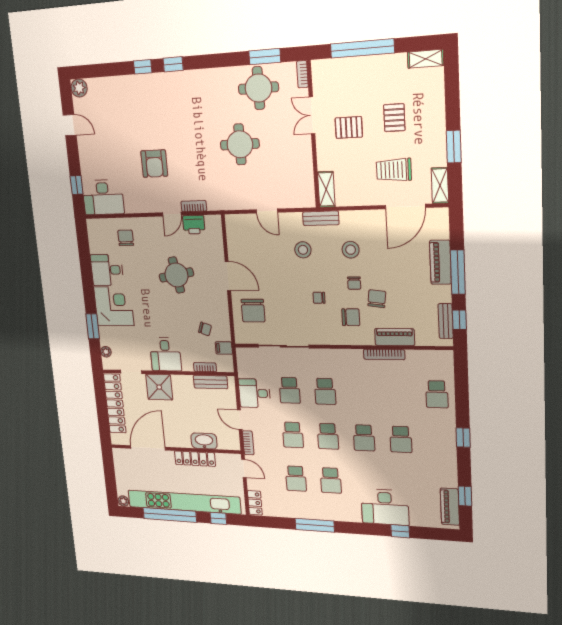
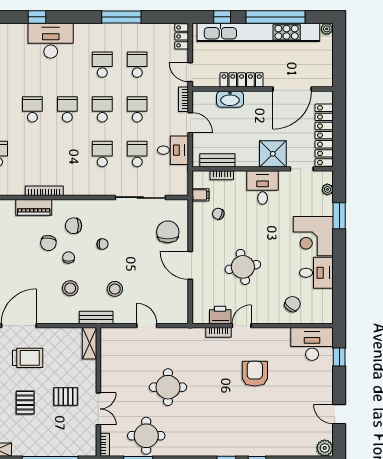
chair: (126, 238) -> (292, 304), turned -144

